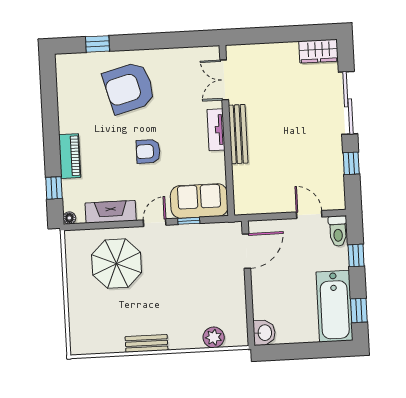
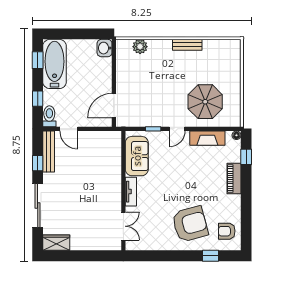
bench: (238, 134) -> (49, 152), moved
armchair: (148, 151) -> (227, 231), moved, turned 180
sofa: (199, 201) -> (137, 156), moved, turned -90

